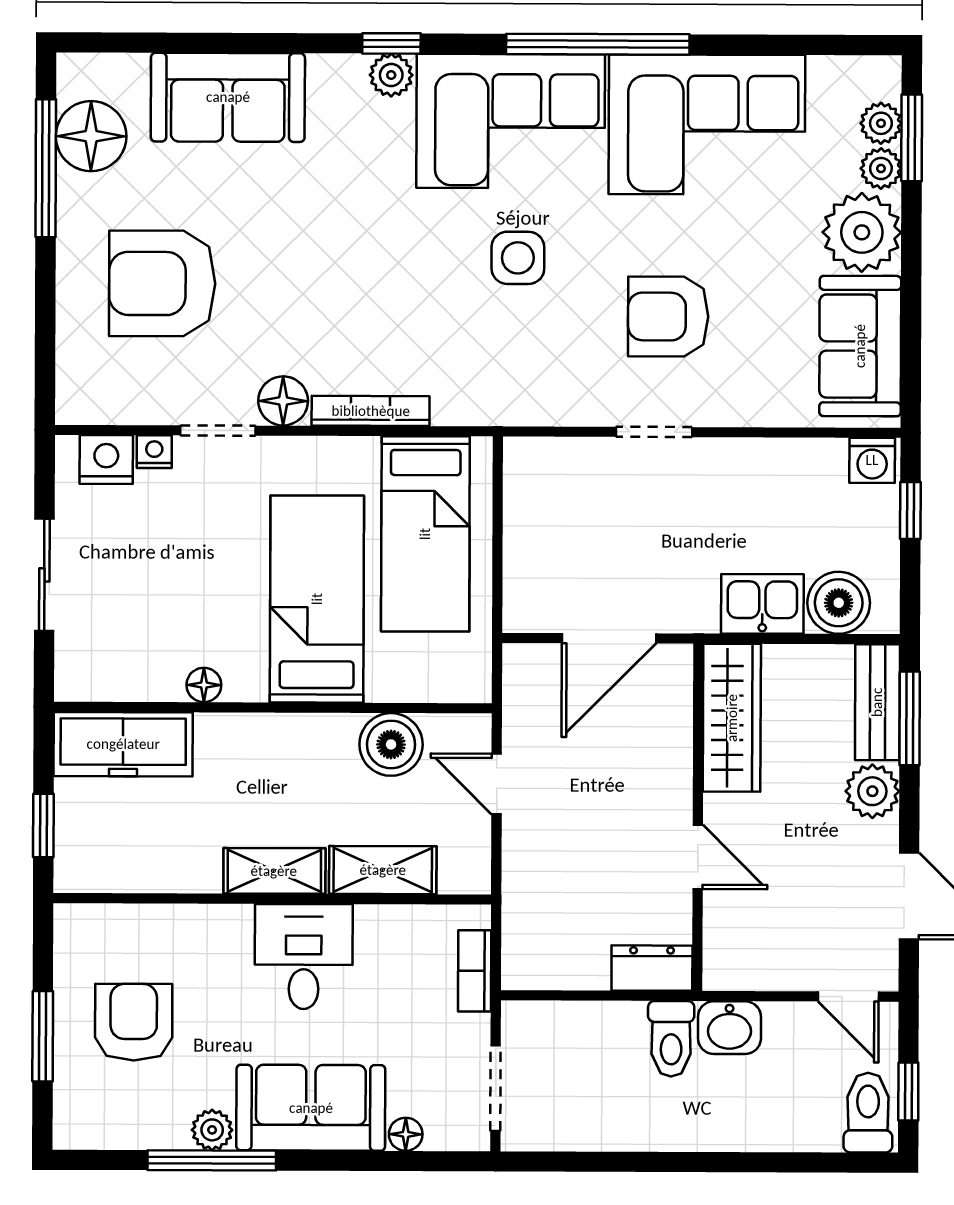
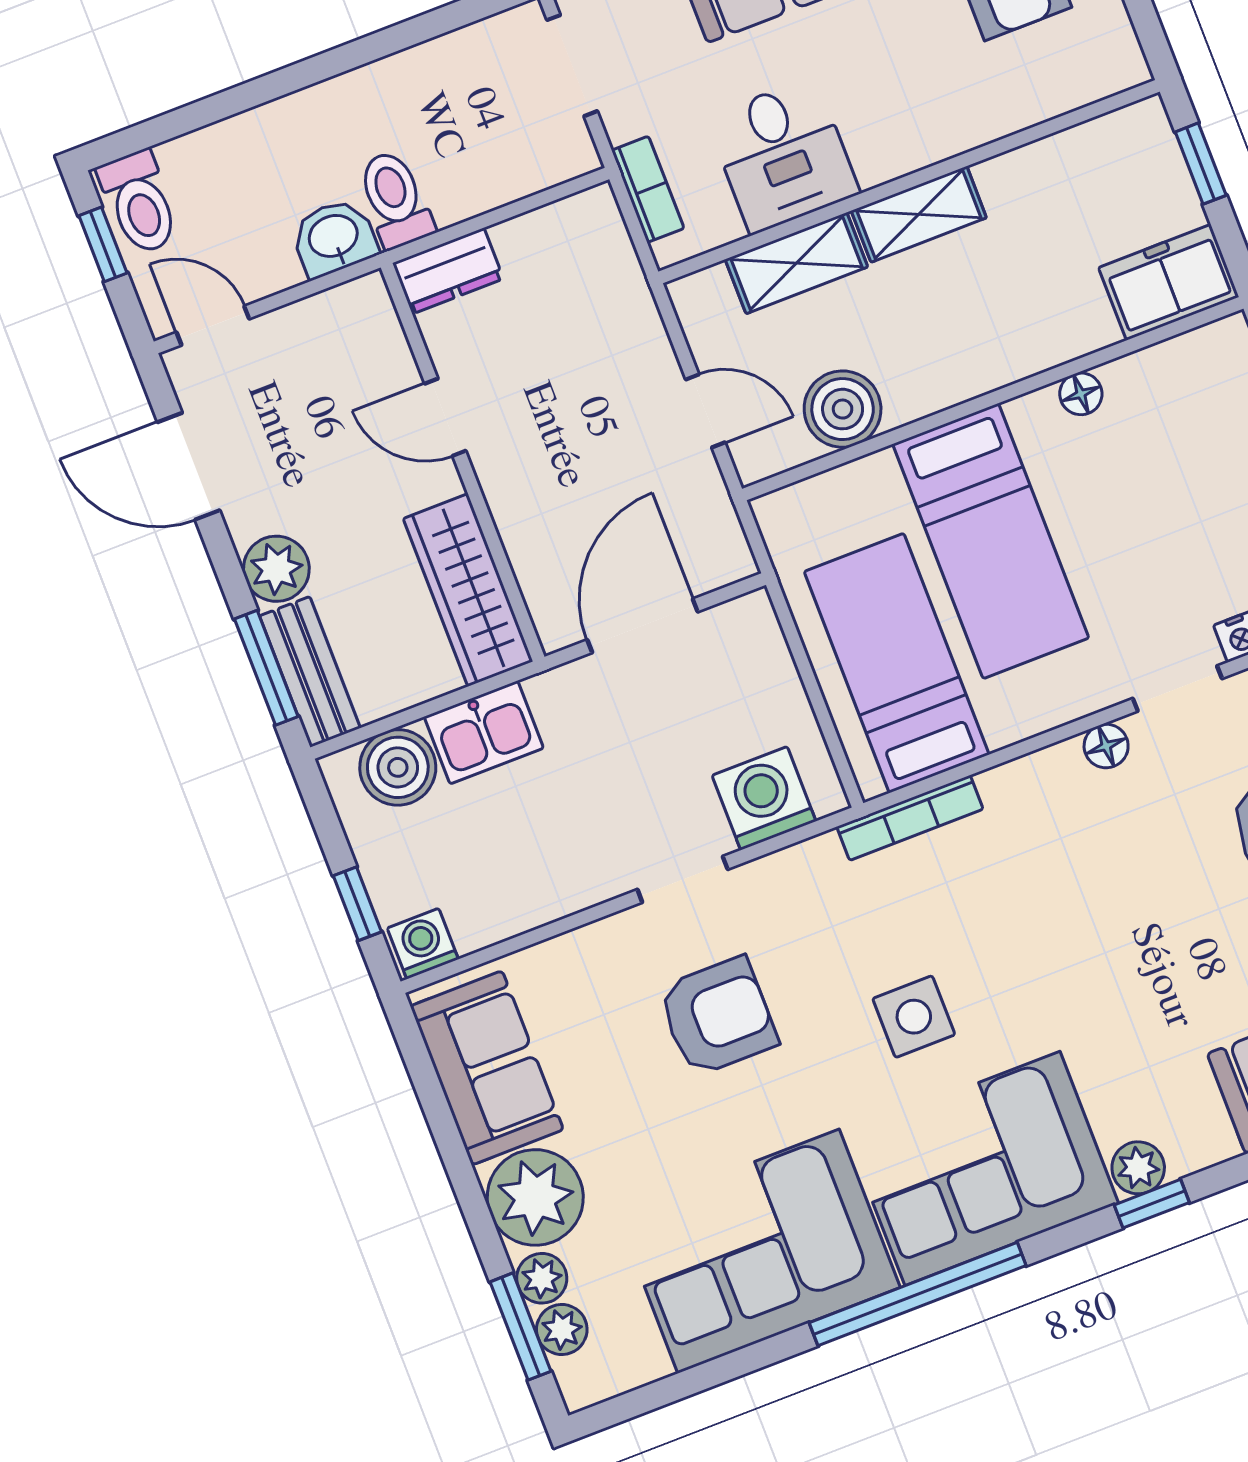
floor lamp: (283, 401) -> (1106, 746), width x0.73, depth x0.73
bookcase: (371, 411) -> (910, 818), moved
washing machine: (567, 470) -> (764, 798), added
freezer: (123, 744) -> (1169, 282), width x0.71
desk: (304, 957) -> (783, 155), moved

